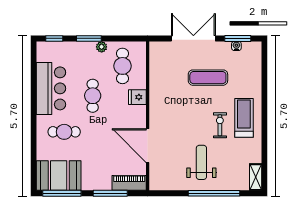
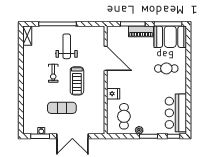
bar counter: (51, 88) -> (176, 113), moved
cafe table: (93, 96) -> (146, 95), removed
treadmill: (244, 118) -> (77, 81), moved
weight bench: (201, 162) -> (67, 46), turned 180
piano: (129, 183) -> (141, 31), moved

